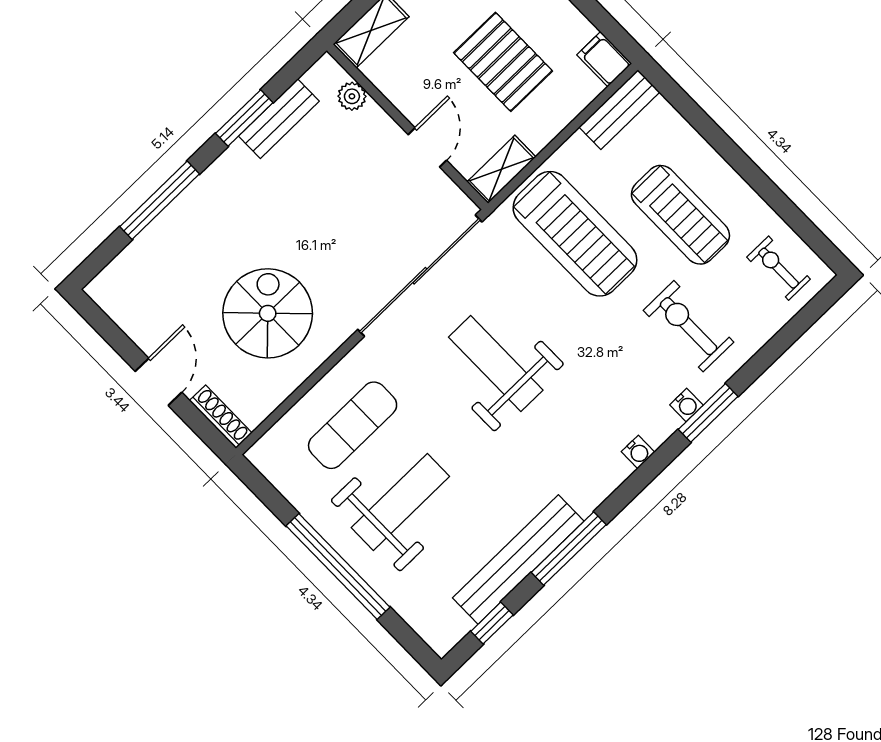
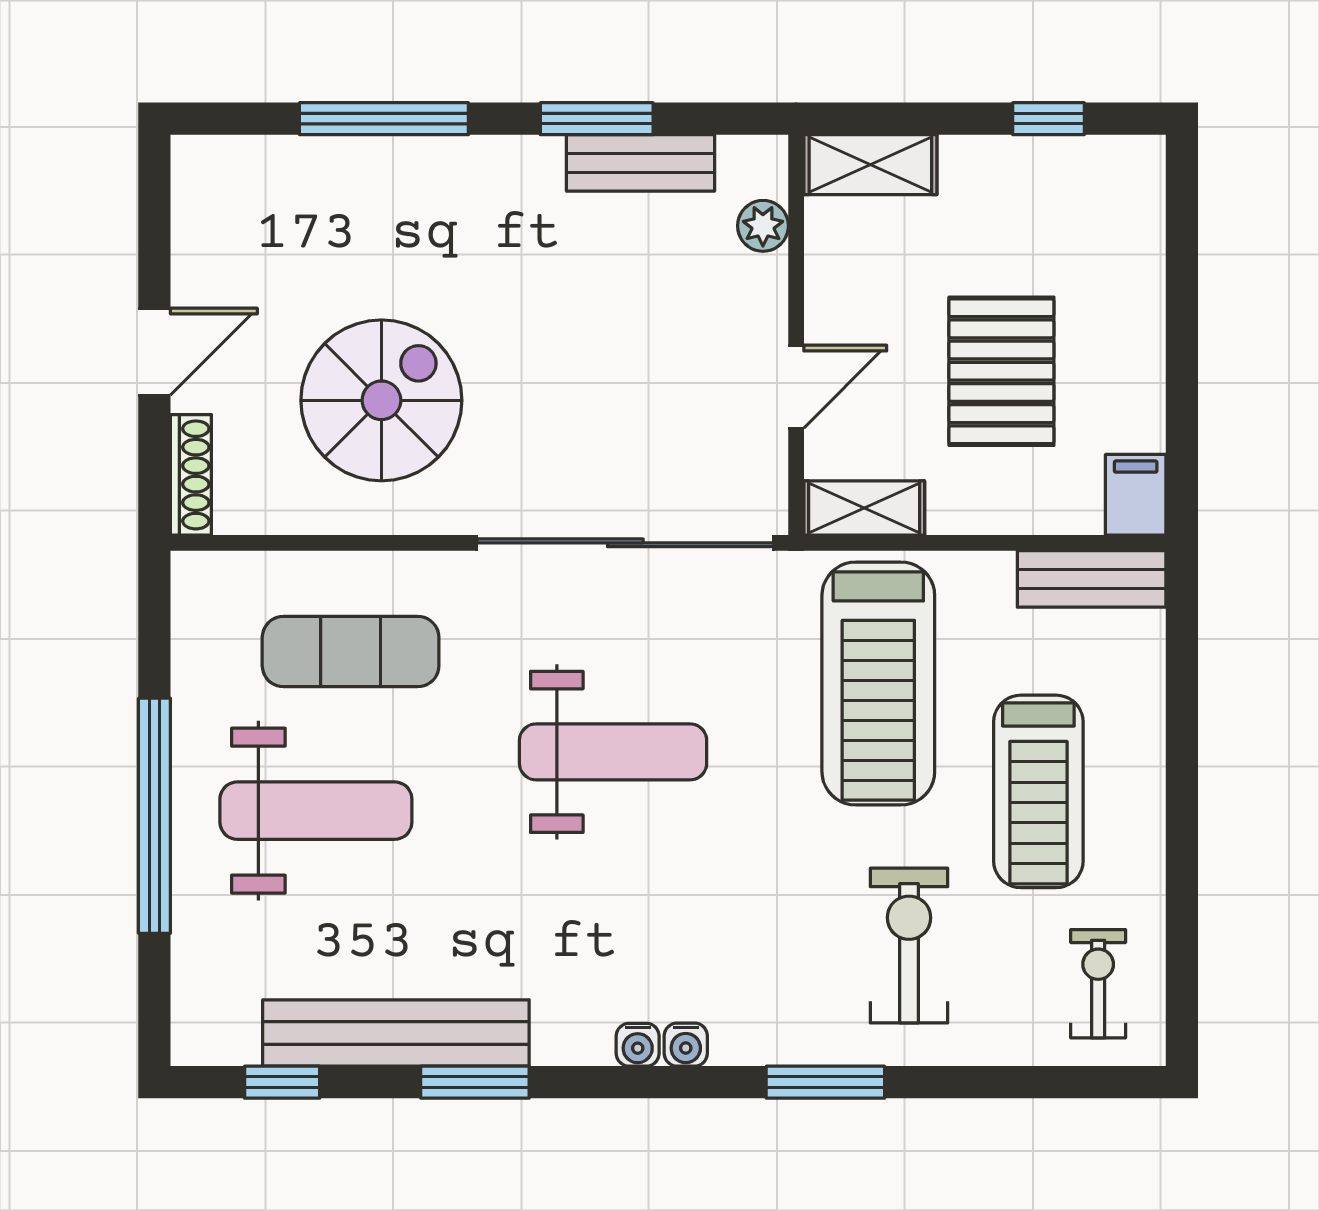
weight bench: (496, 364) -> (613, 752), turned 90
water cooler: (686, 405) -> (638, 1045), moved
window: (569, 549) -> (475, 1082), width x0.69

